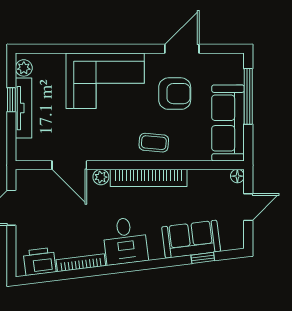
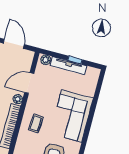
plant: (24, 68) -> (46, 60), moved
coffee table: (154, 143) -> (36, 123), moved

